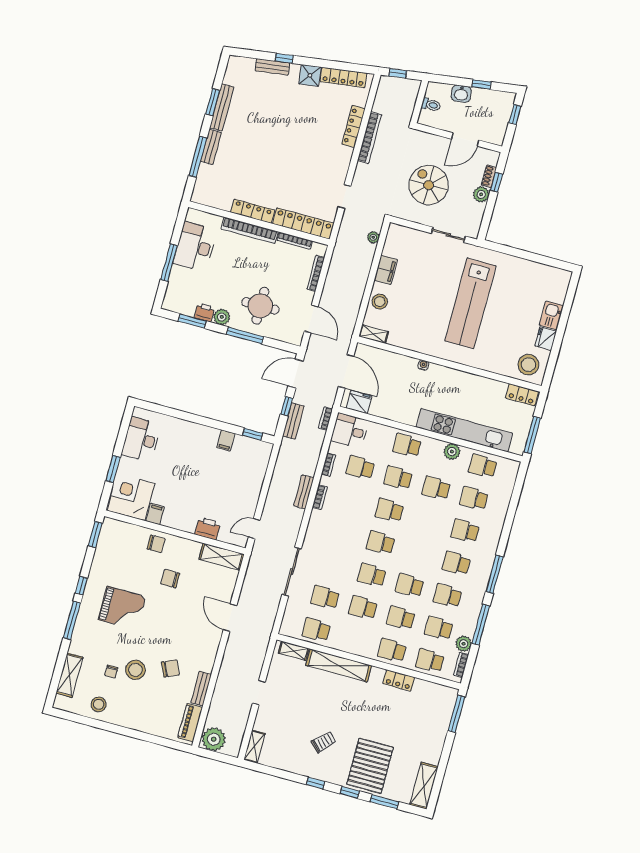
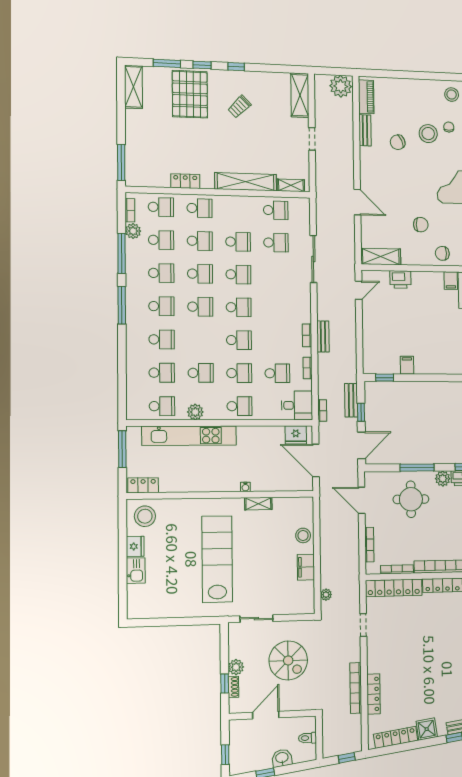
shelving: (374, 334) -> (258, 504), moved
school desk: (418, 553) -> (200, 307), added
shelving: (254, 747) -> (300, 95), width x1.50, depth x1.33

